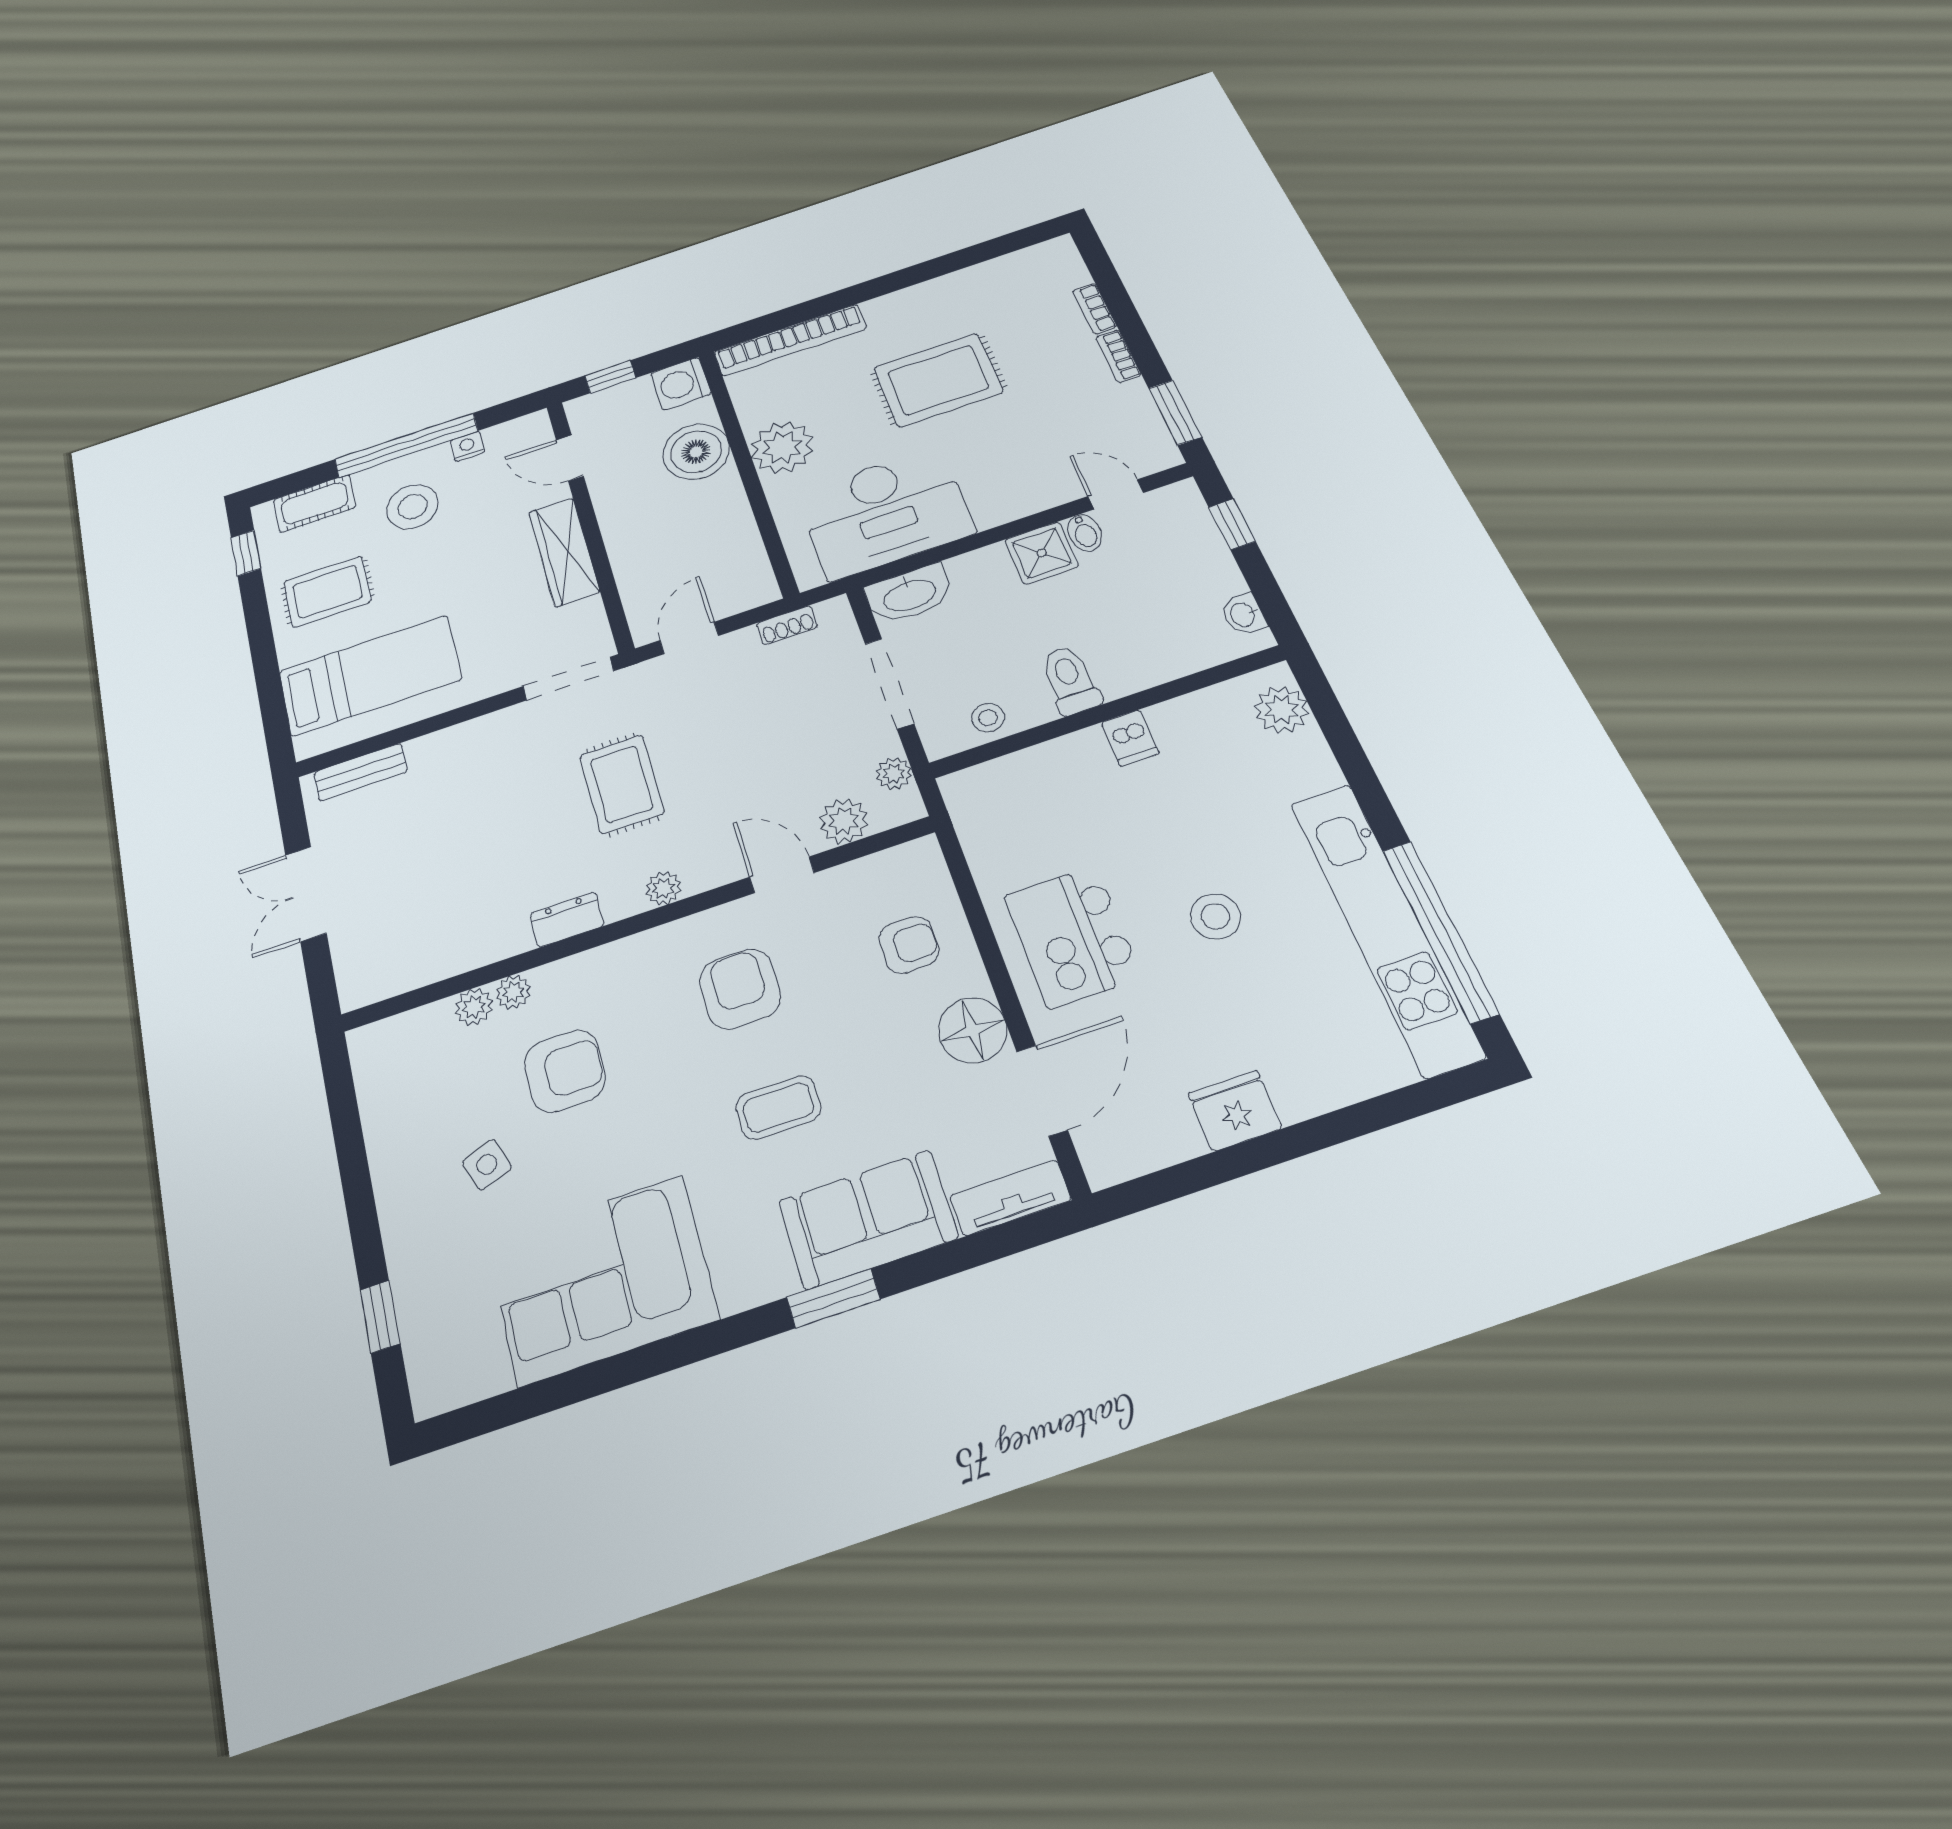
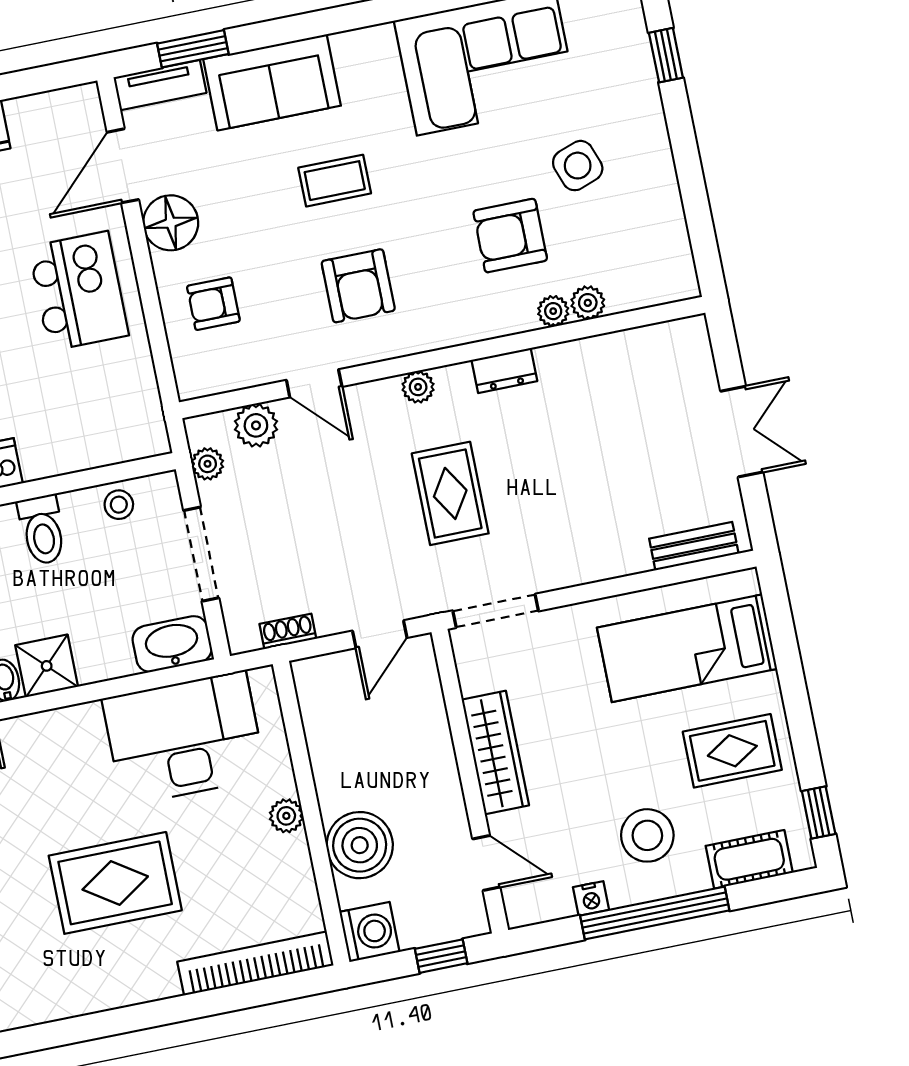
plant: (782, 447) -> (286, 816), width x0.53, depth x0.53
side table: (487, 1165) -> (578, 166), width x1.37, depth x1.37
window: (833, 1298) -> (193, 49), moved

